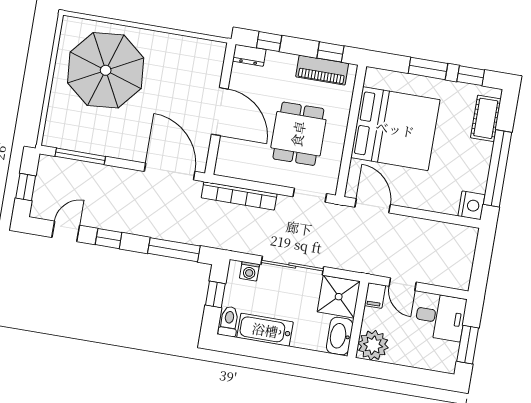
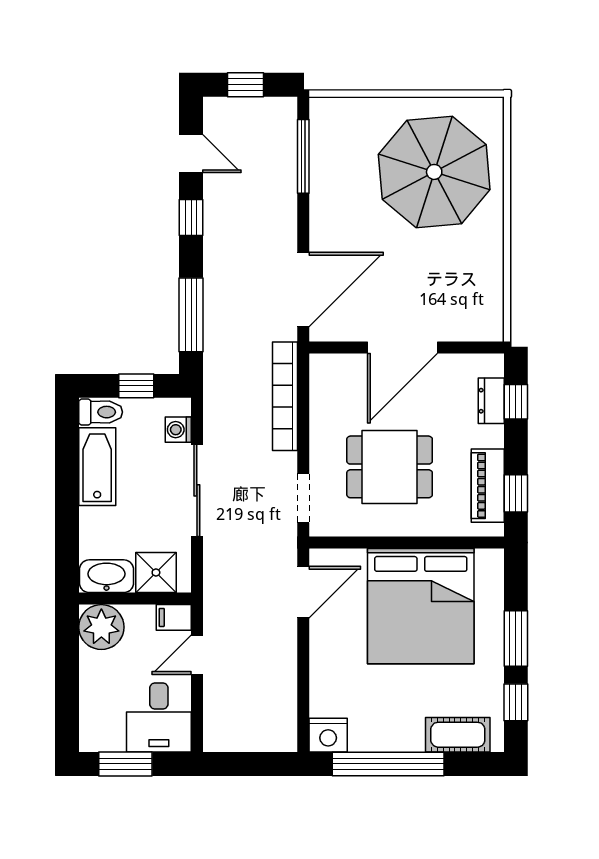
dresser: (249, 55) -> (491, 401), moved
shower: (339, 297) -> (156, 573), width x0.73, depth x0.73

